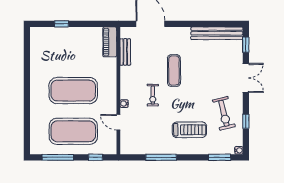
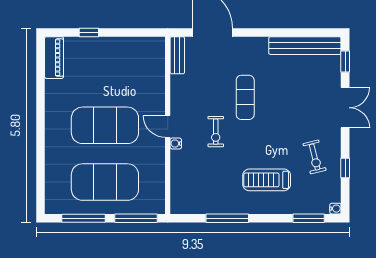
piano: (110, 42) -> (54, 58), moved, turned 180
bench: (125, 52) -> (177, 55), moved
exercise bike: (224, 113) -> (315, 157), width x0.73, depth x0.72
door: (118, 122) -> (168, 126), moved
treadmill: (189, 130) -> (267, 180), turned 180
window: (95, 157) -> (136, 218), width x2.17

